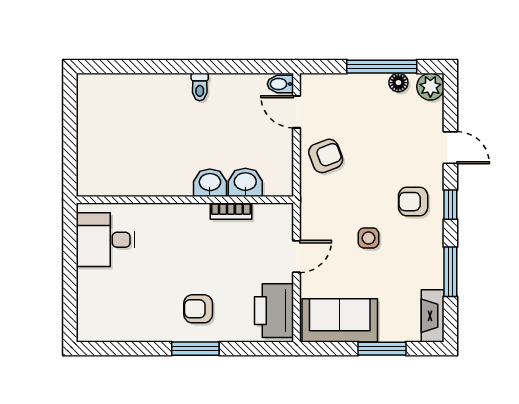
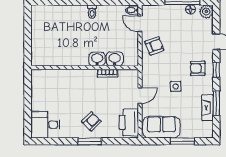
desk: (105, 240) -> (45, 125), moved
armchair: (198, 309) -> (91, 122), turned 135
fireplace: (433, 316) -> (207, 108), moved

